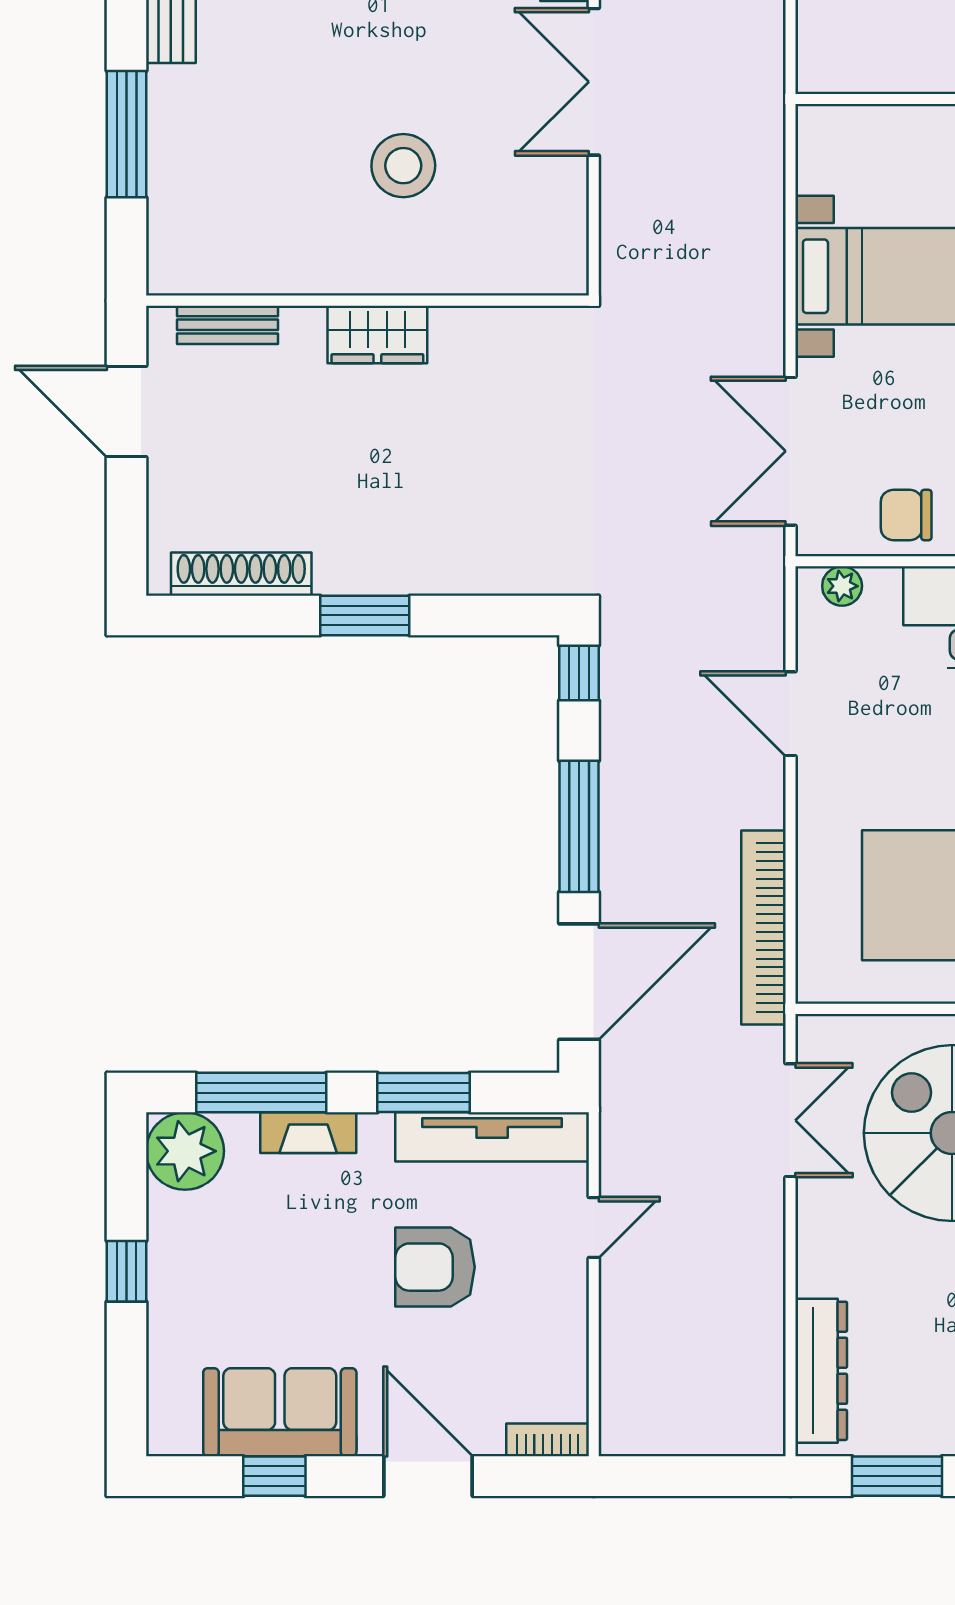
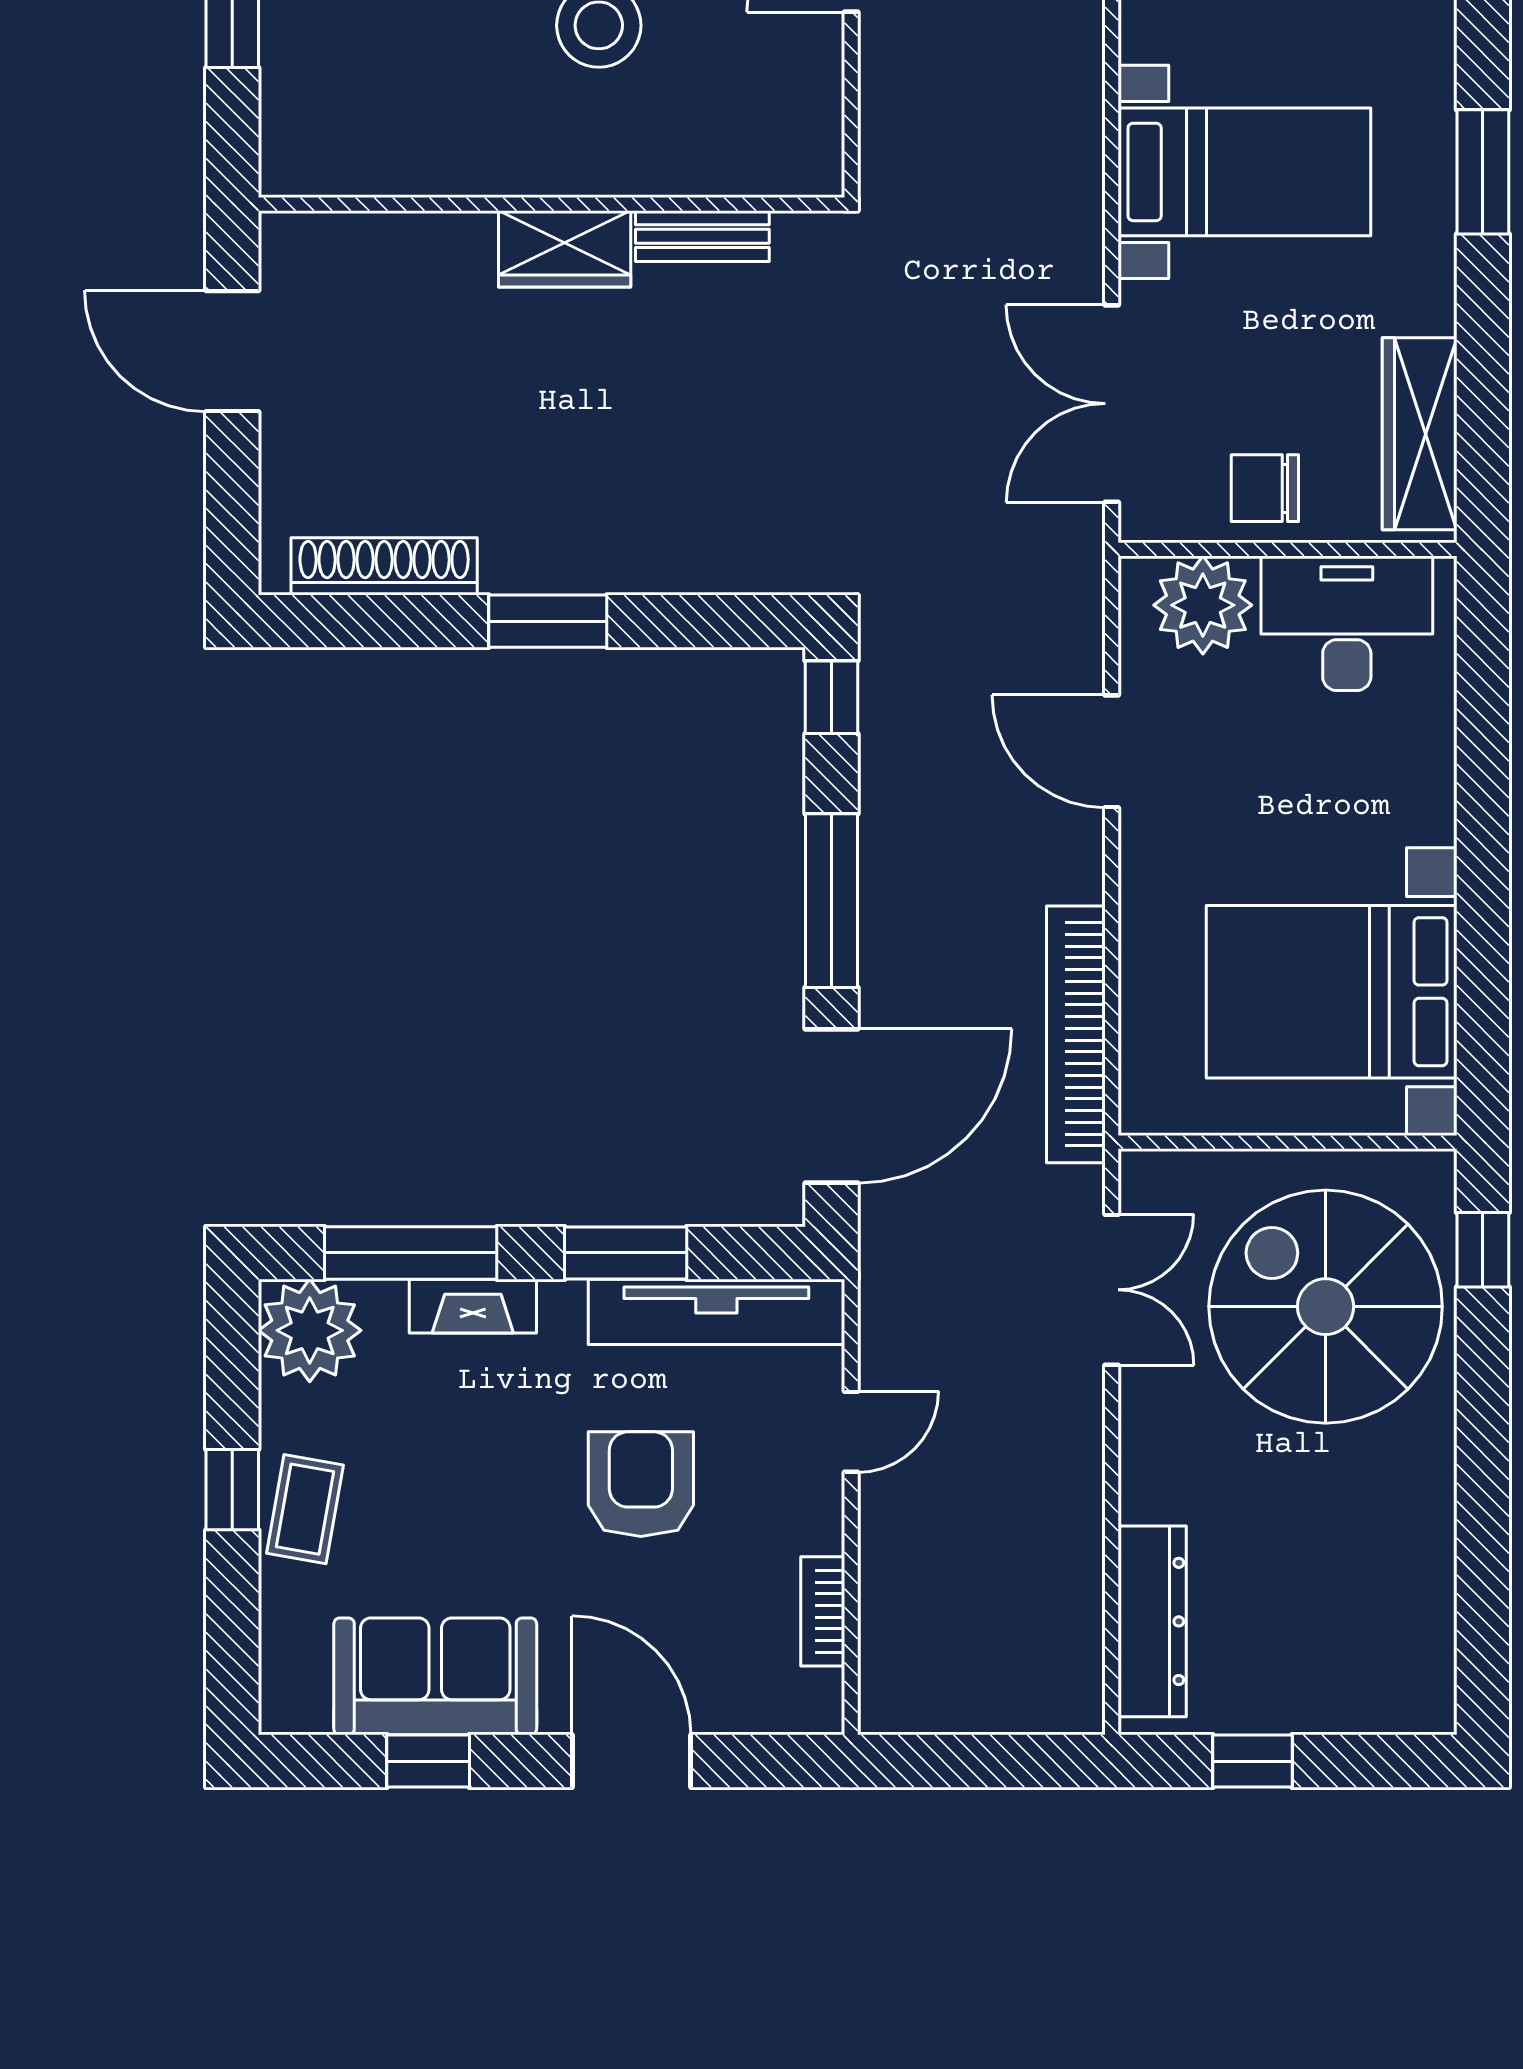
bench: (228, 325) -> (702, 236), moved
plant: (842, 586) -> (1203, 605), width x1.87, depth x1.87
armchair: (435, 1267) -> (641, 1484), turned 90
coffee table: (181, 1286) -> (305, 1509), added
bookcase: (548, 1440) -> (823, 1611), moved, turned -90
window: (897, 1476) -> (1252, 1761), width x0.67

